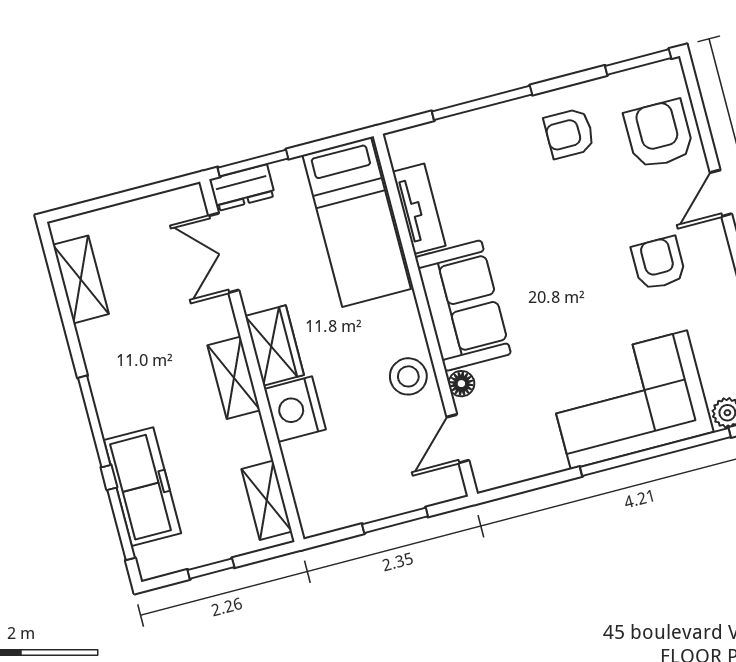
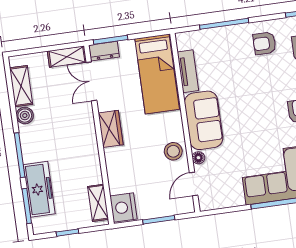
boiler: (95, 339) -> (25, 116), added
shelving: (234, 378) -> (67, 57), moved, turned 90
nightstand: (295, 409) -> (123, 207), moved

